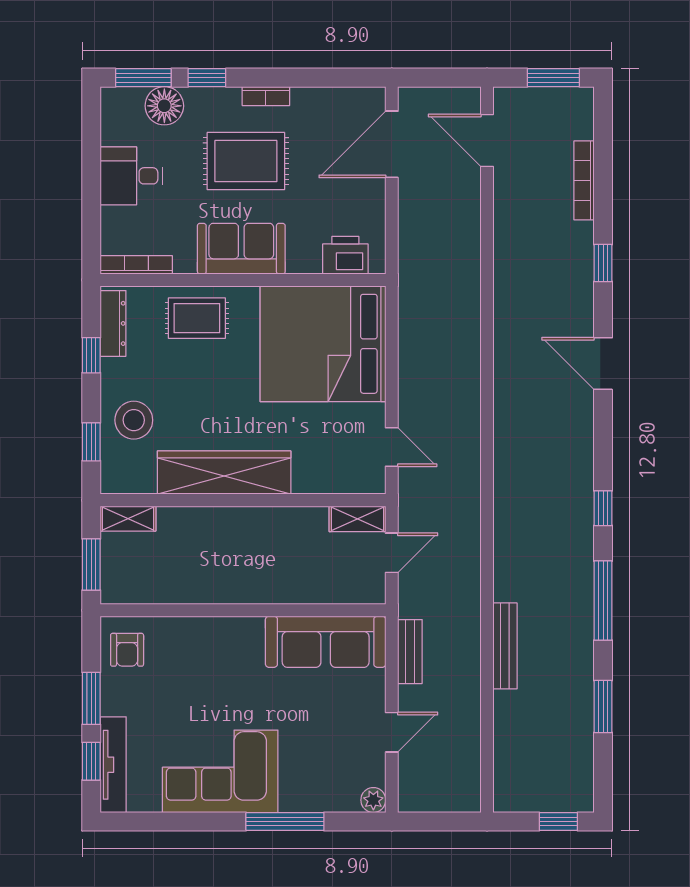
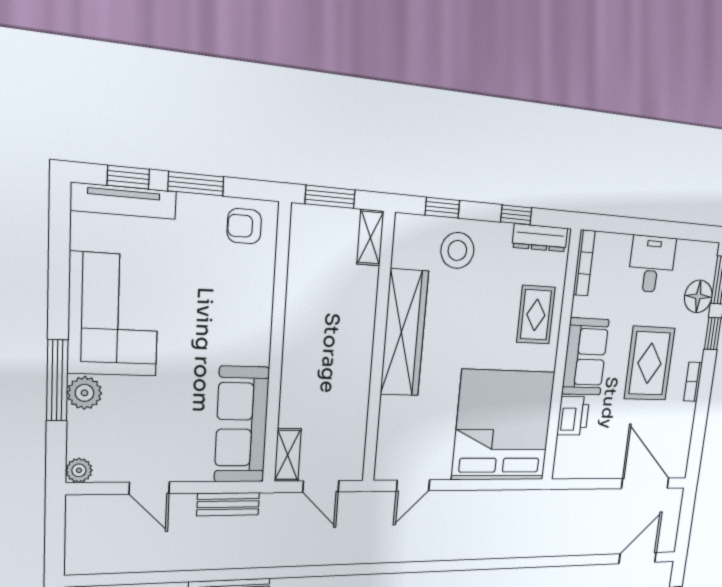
printer: (345, 255) -> (573, 416), moved
shelving: (358, 519) -> (288, 455), moved
plant: (297, 796) -> (85, 393), added

